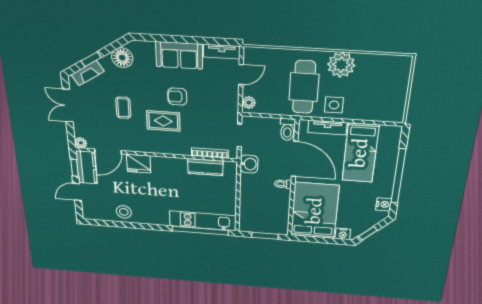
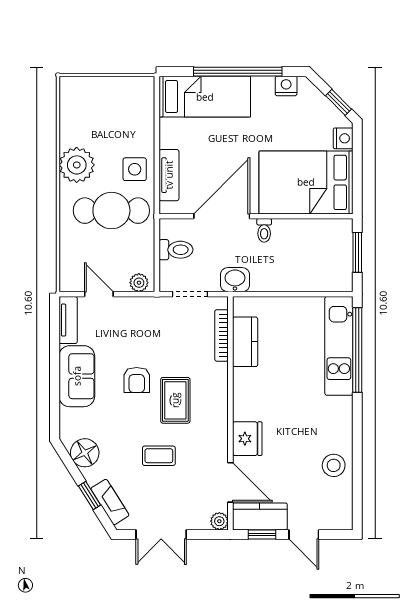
toilet: (288, 129) -> (176, 250), moved
bed: (360, 153) -> (205, 97), moved

